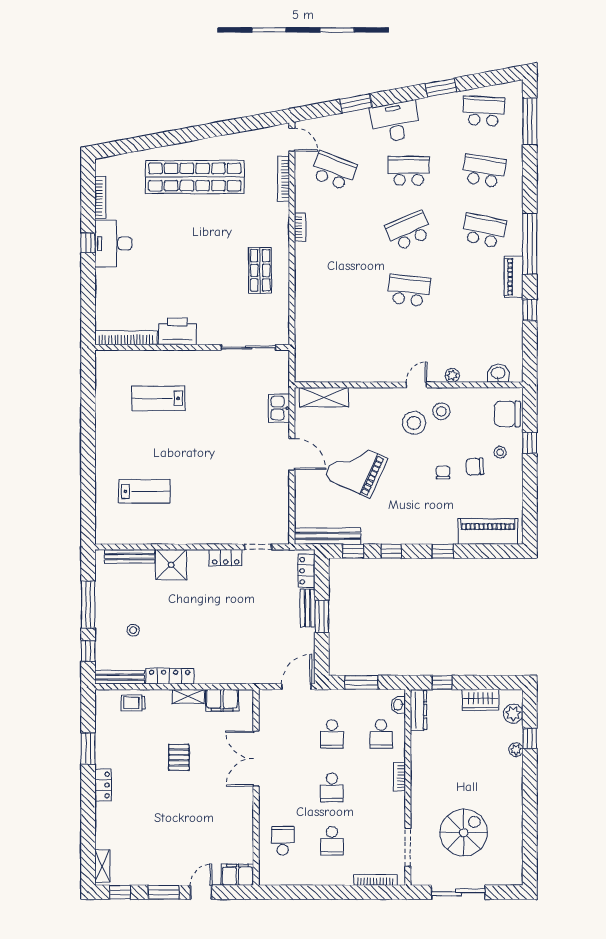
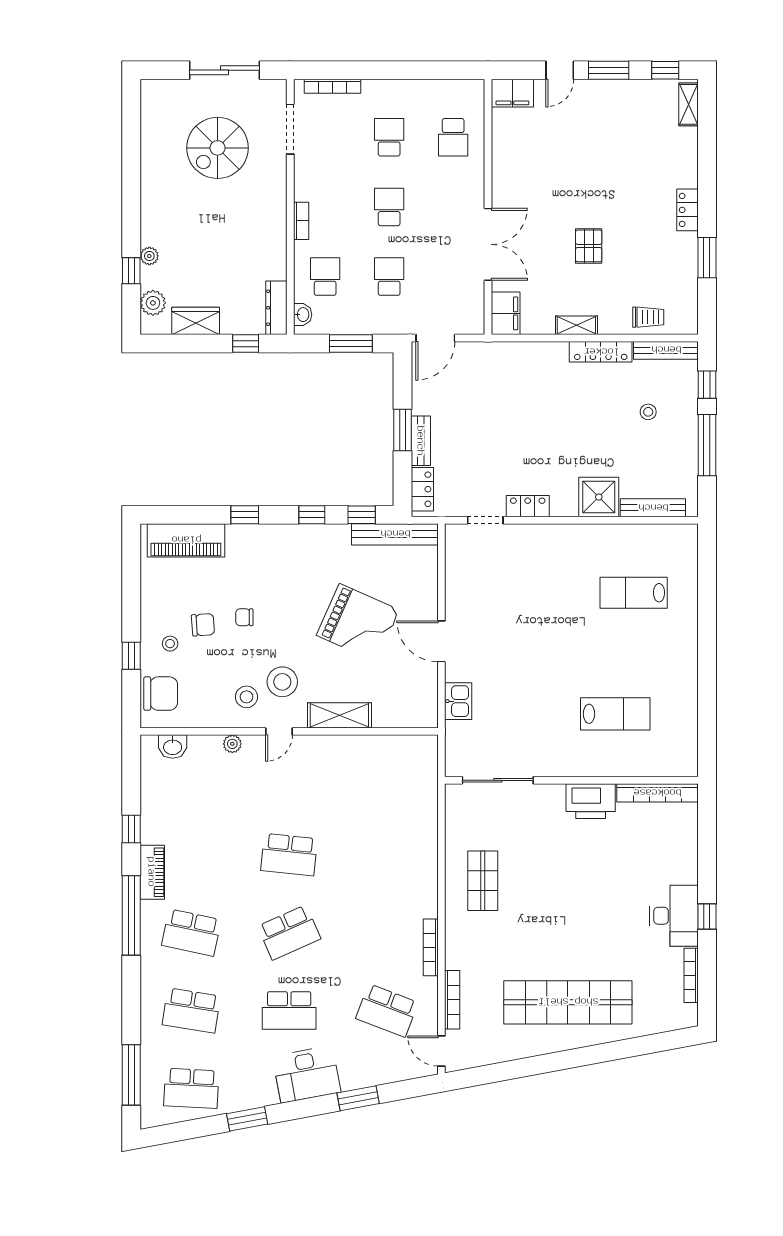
bookcase: (300, 227) -> (431, 947), width x1.56
shelving: (324, 397) -> (339, 715), moved
chair: (443, 473) -> (244, 617), turned 90
filing cabinet: (222, 700) -> (506, 313), moved, turned 90

